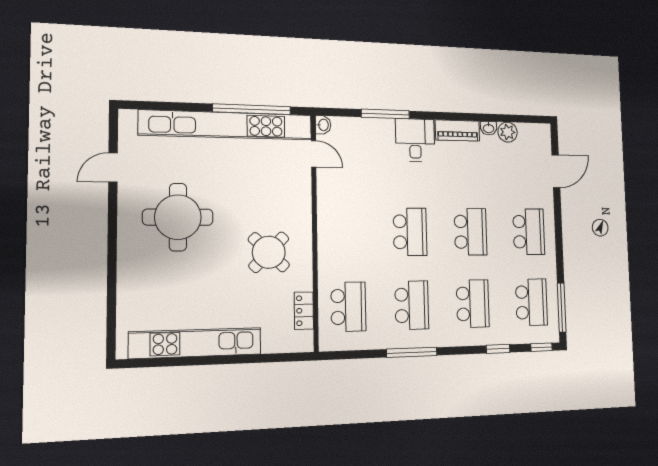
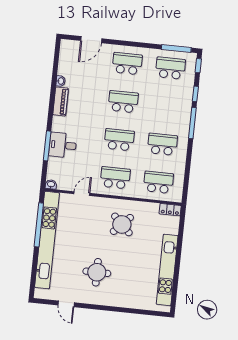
plant: (508, 132) -> (64, 69), removed
desk: (415, 140) -> (63, 145), moved
door: (314, 154) -> (82, 194), moved
door: (556, 171) -> (91, 40), swing flipped
round table: (178, 217) -> (97, 272), width x0.73, depth x0.73
school desk: (473, 304) -> (115, 178), moved
locker: (304, 311) -> (170, 210), moved
window: (412, 352) -> (192, 123), moved

